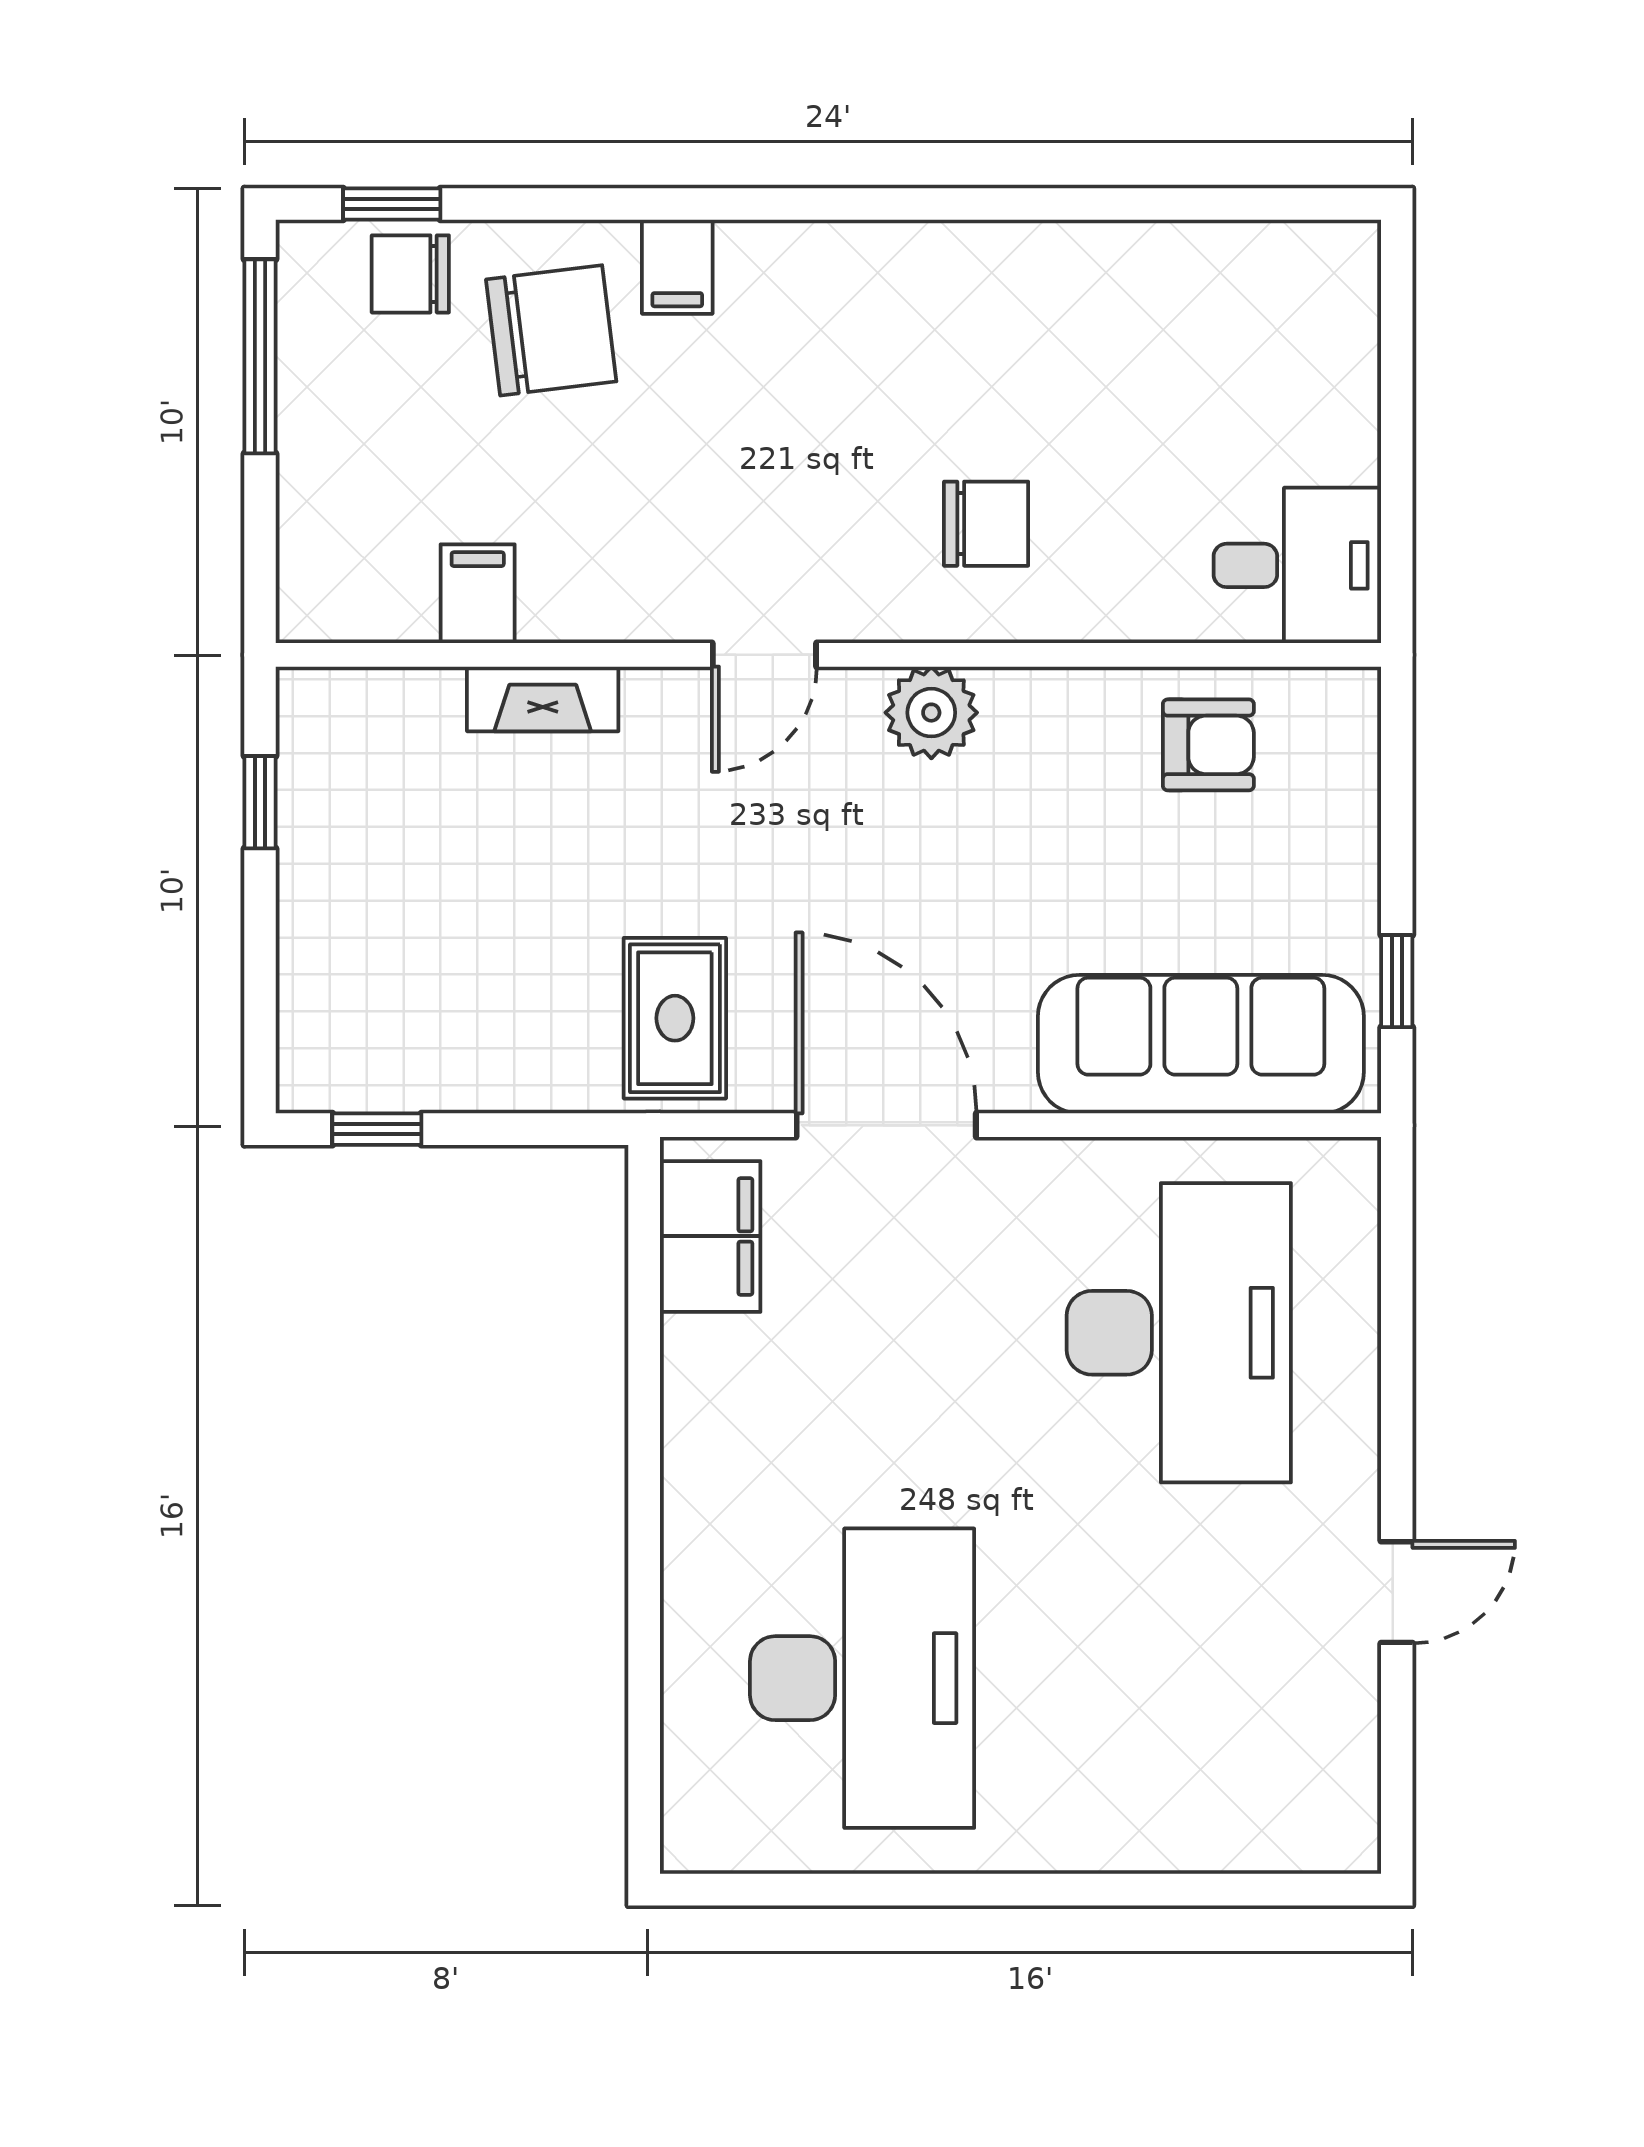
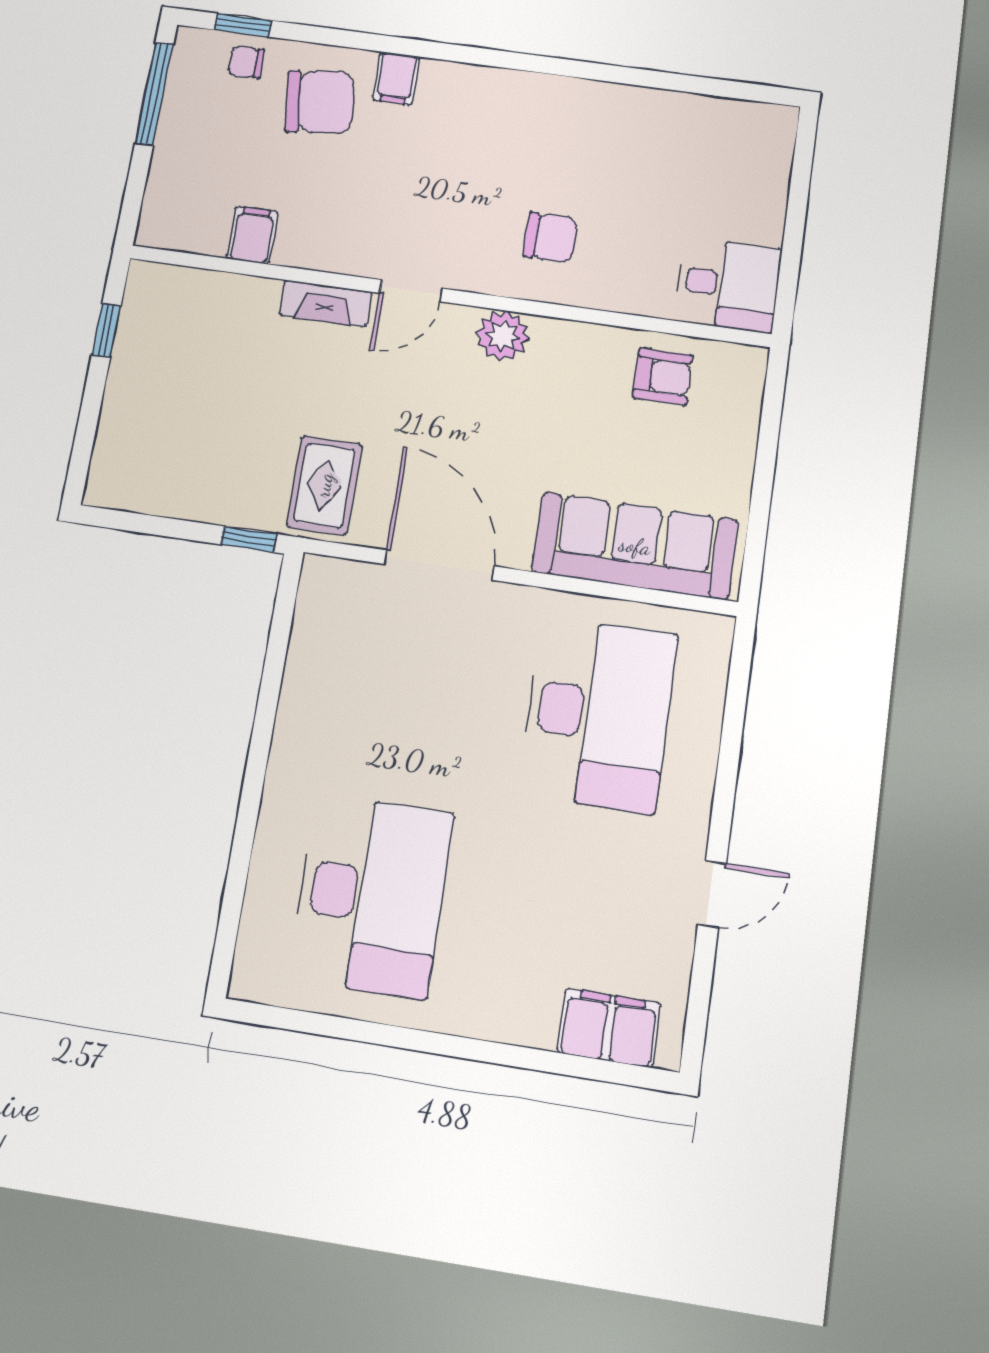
chair: (410, 274) -> (246, 62), width x0.73, depth x0.73
fireplace: (543, 699) -> (325, 303), moved
window: (1397, 981) -> (758, 526), removed
window: (377, 1129) -> (249, 539), moved
filing cabinet: (710, 1236) -> (609, 1028), moved, turned -90

